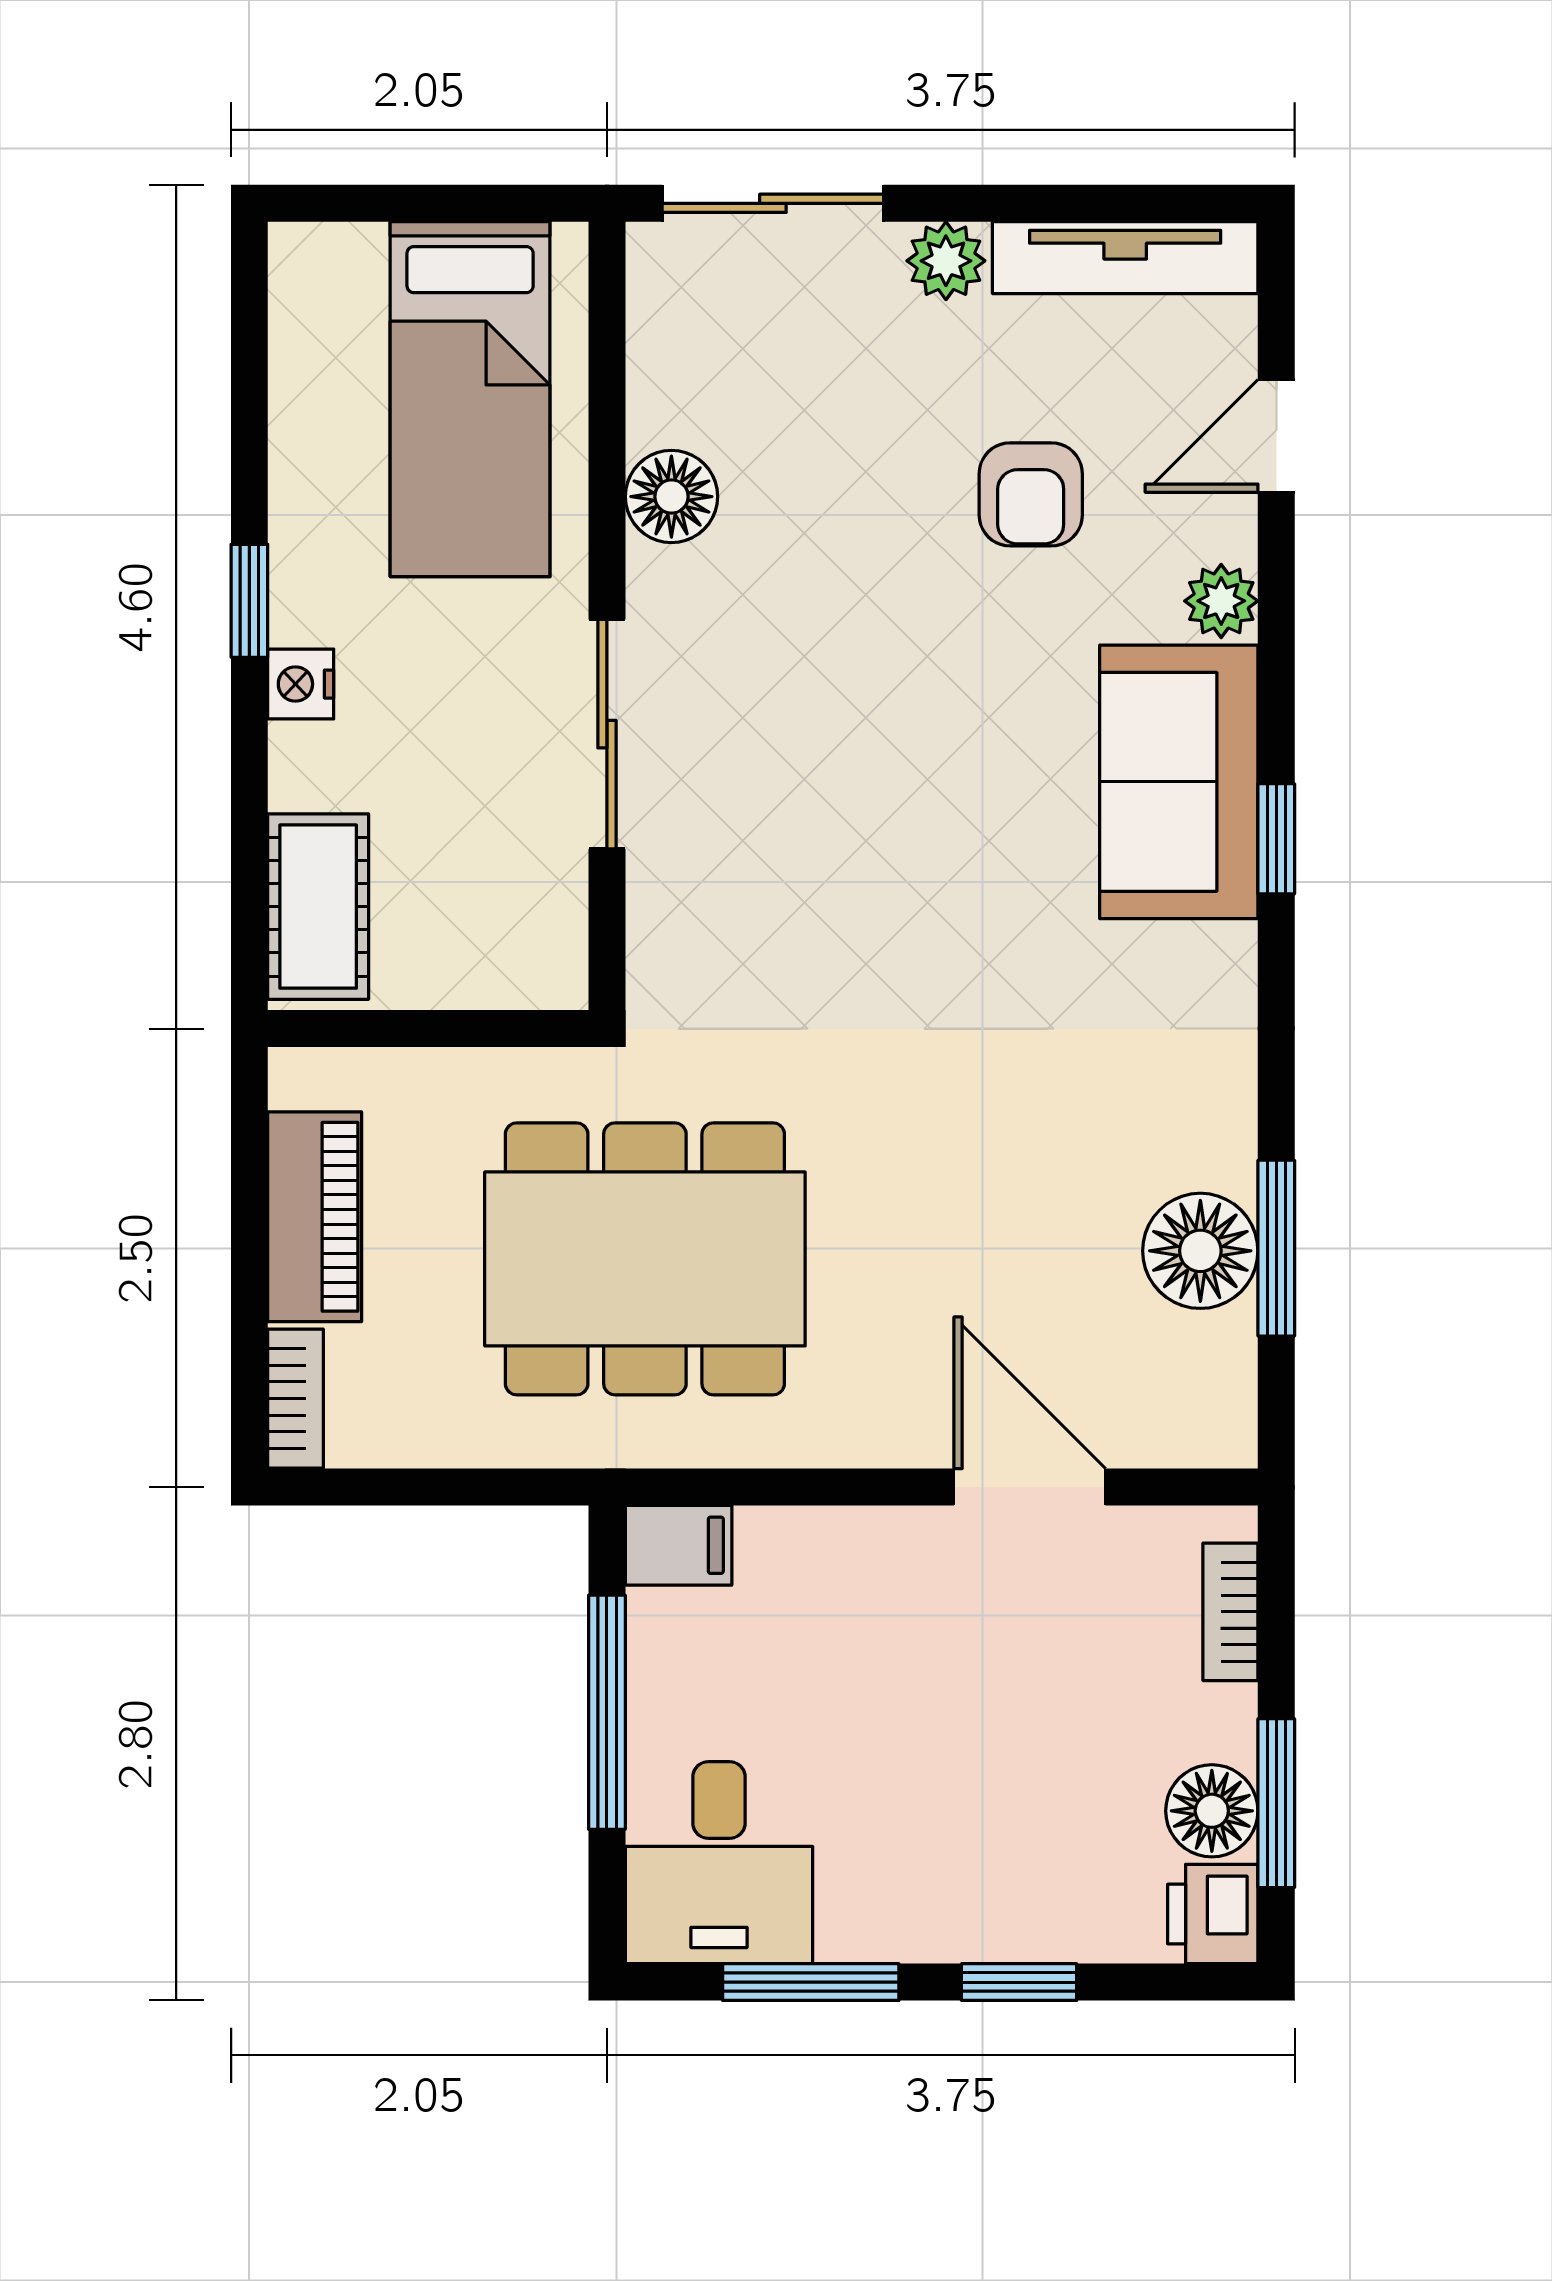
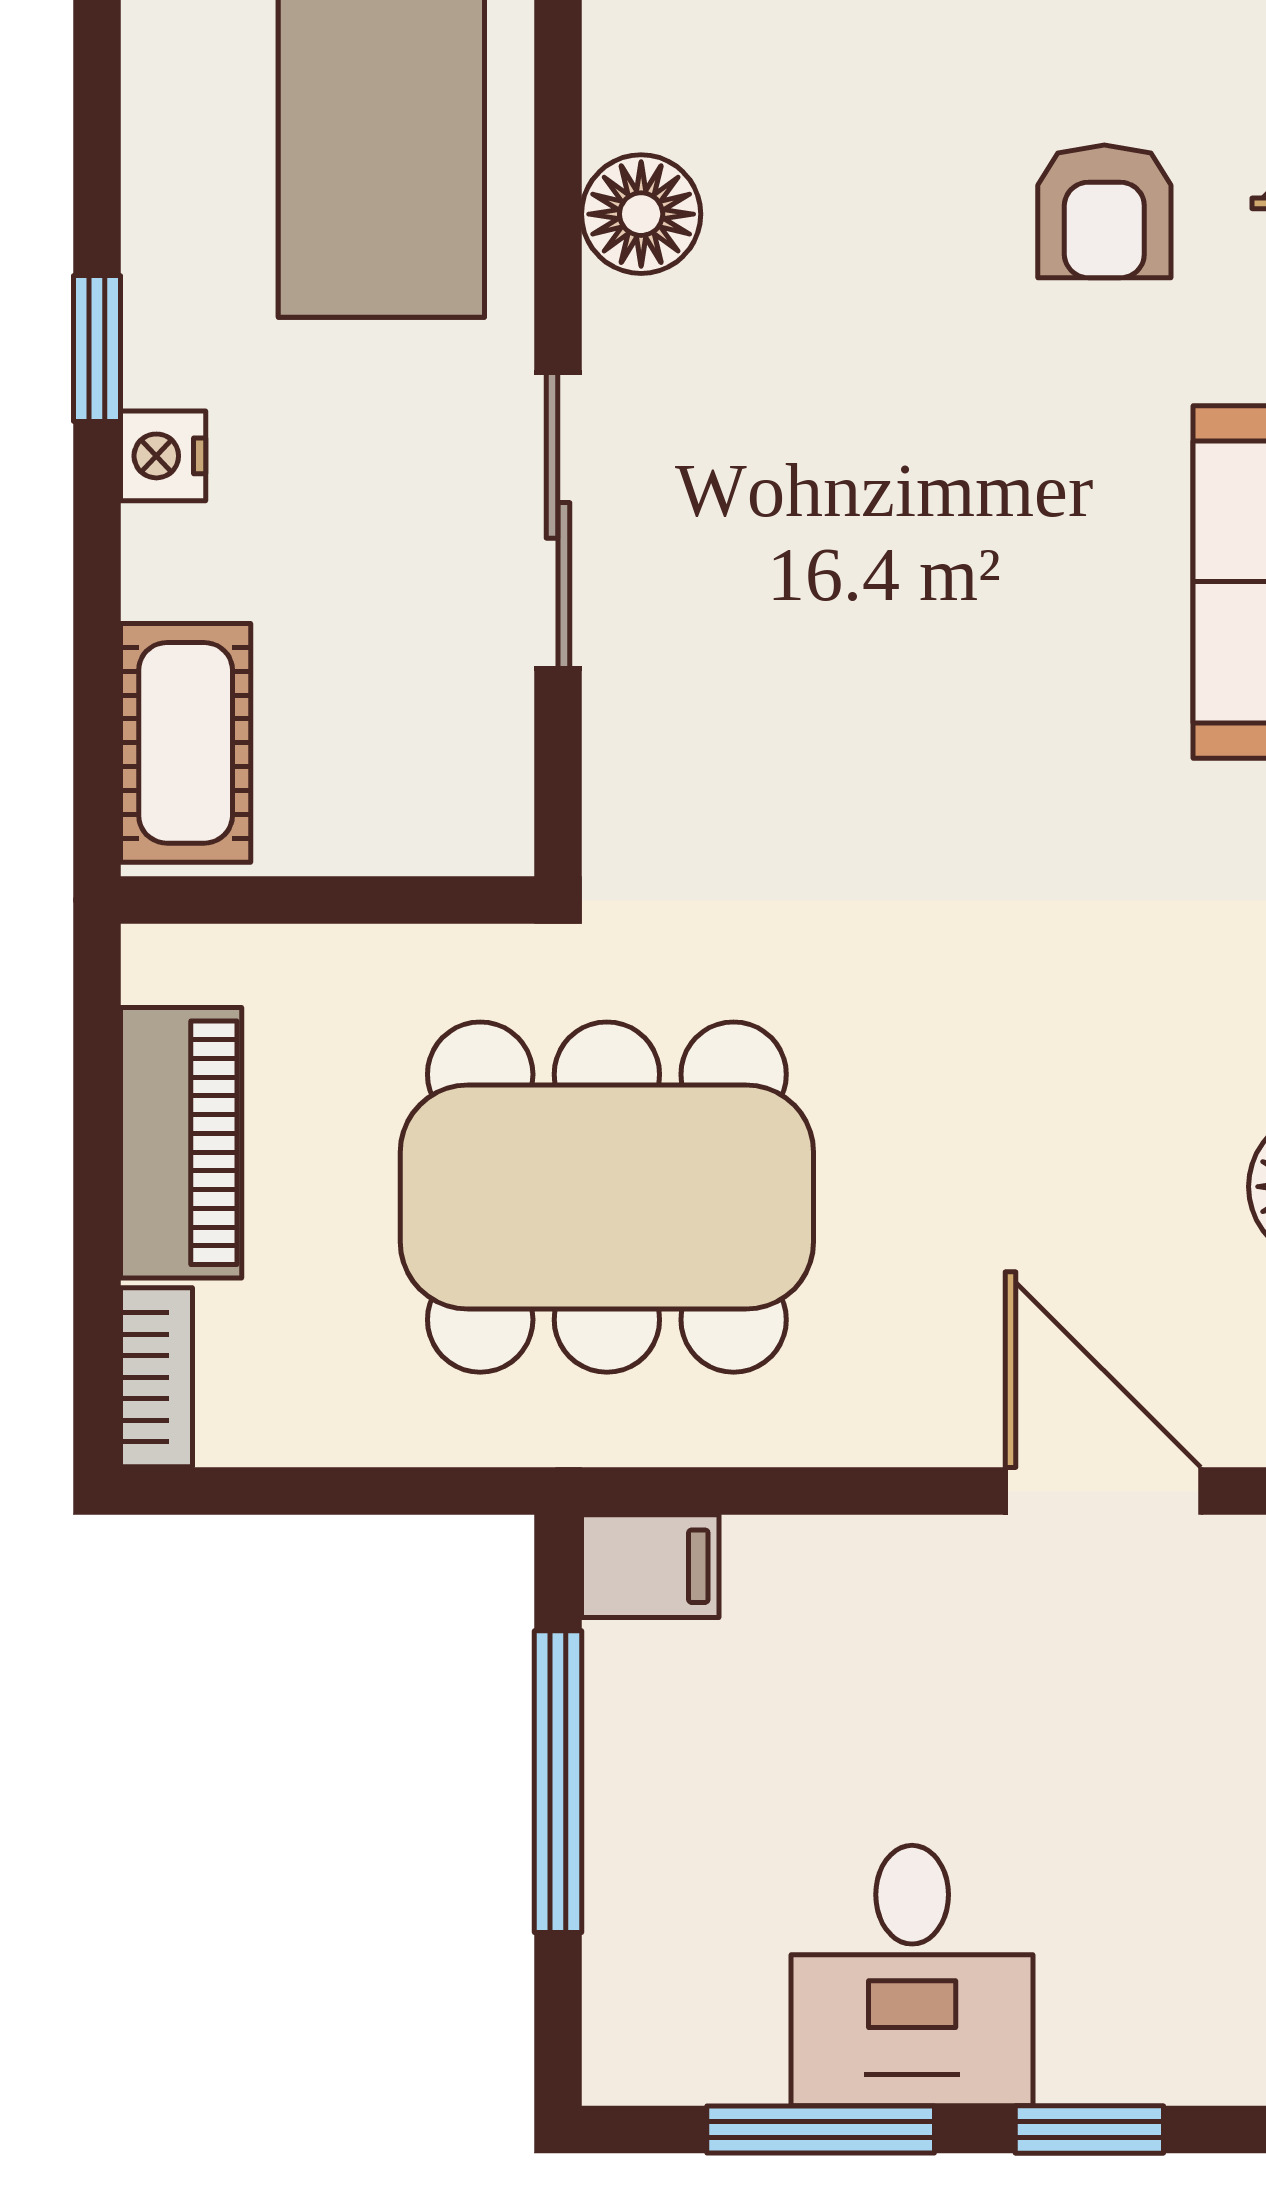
desk: (719, 1863) -> (912, 1975), moved

